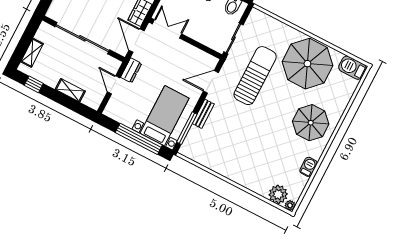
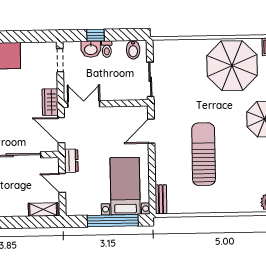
sun lounger: (255, 76) -> (204, 154), moved
shelving: (70, 90) -> (43, 210), moved
bench: (203, 114) -> (161, 199), moved
window: (187, 128) -> (152, 186), removed

